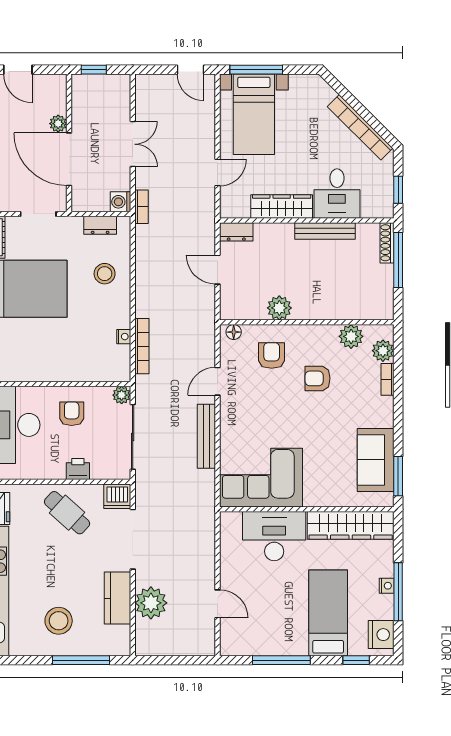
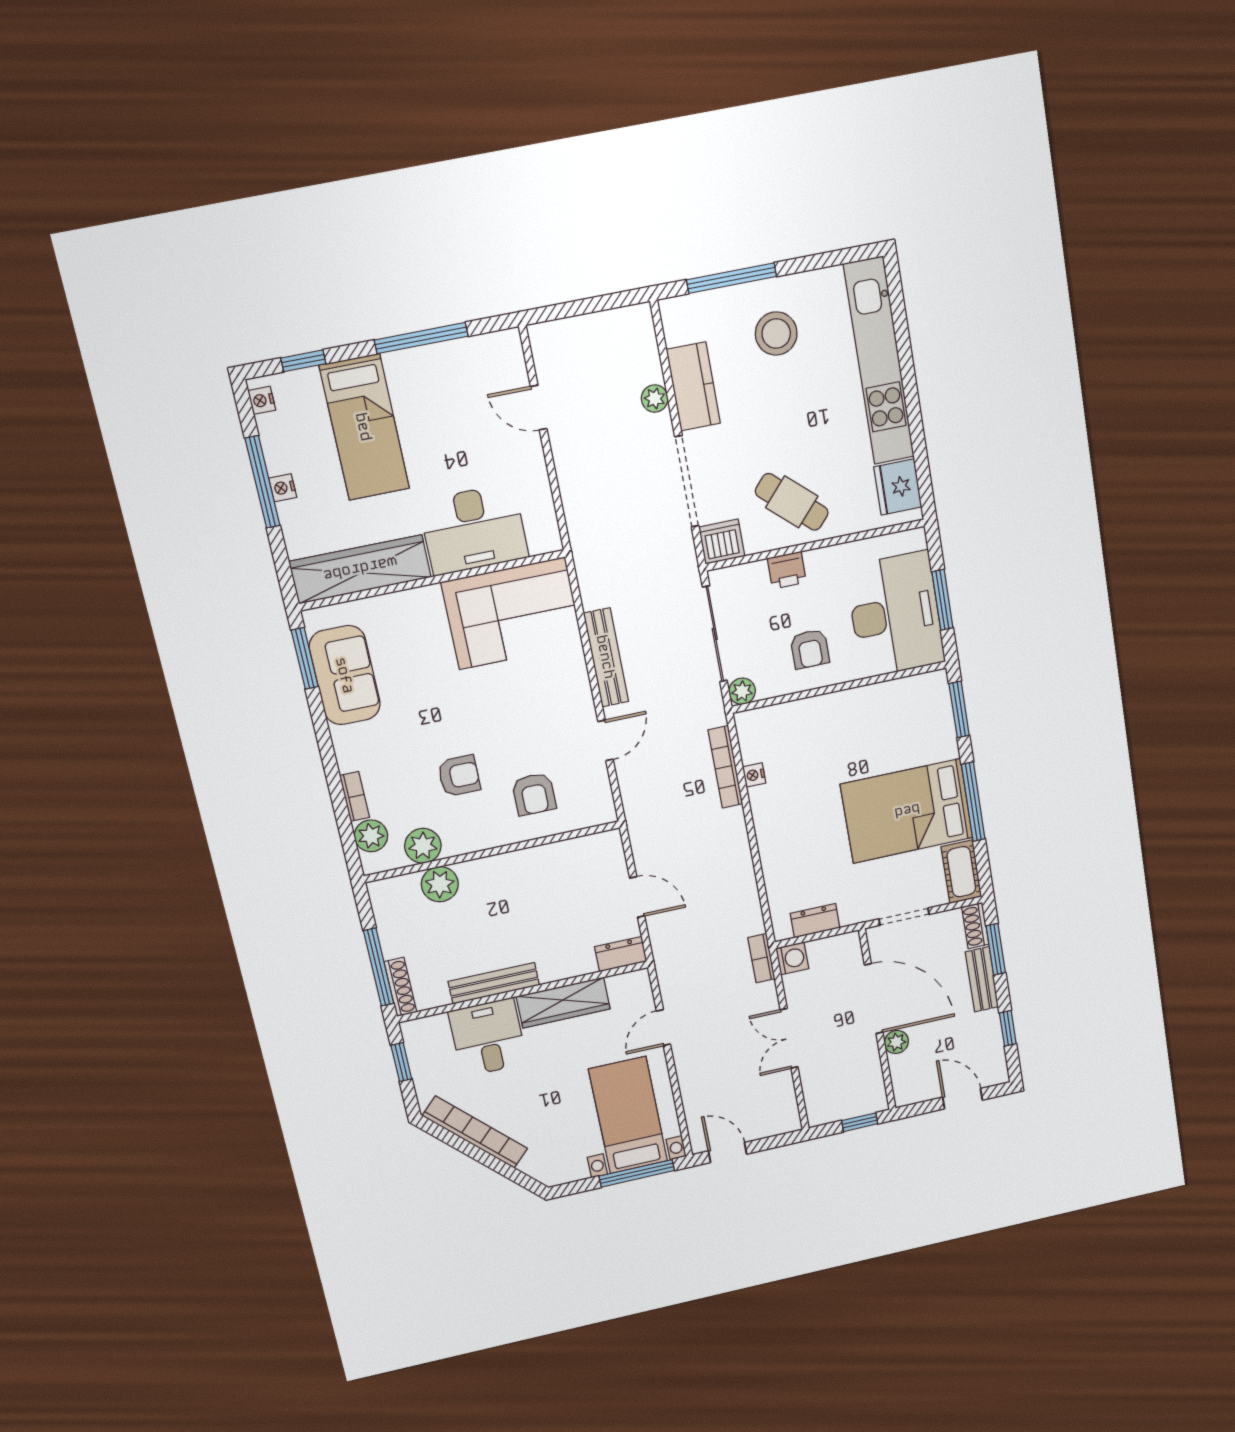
stool: (105, 274) -> (797, 856), removed
plant: (279, 308) -> (440, 884), moved
floor lamp: (234, 332) -> (596, 815), removed
plant: (151, 603) -> (655, 398), width x0.53, depth x0.53
nightstand: (381, 635) -> (262, 400), width x0.53, depth x0.56

